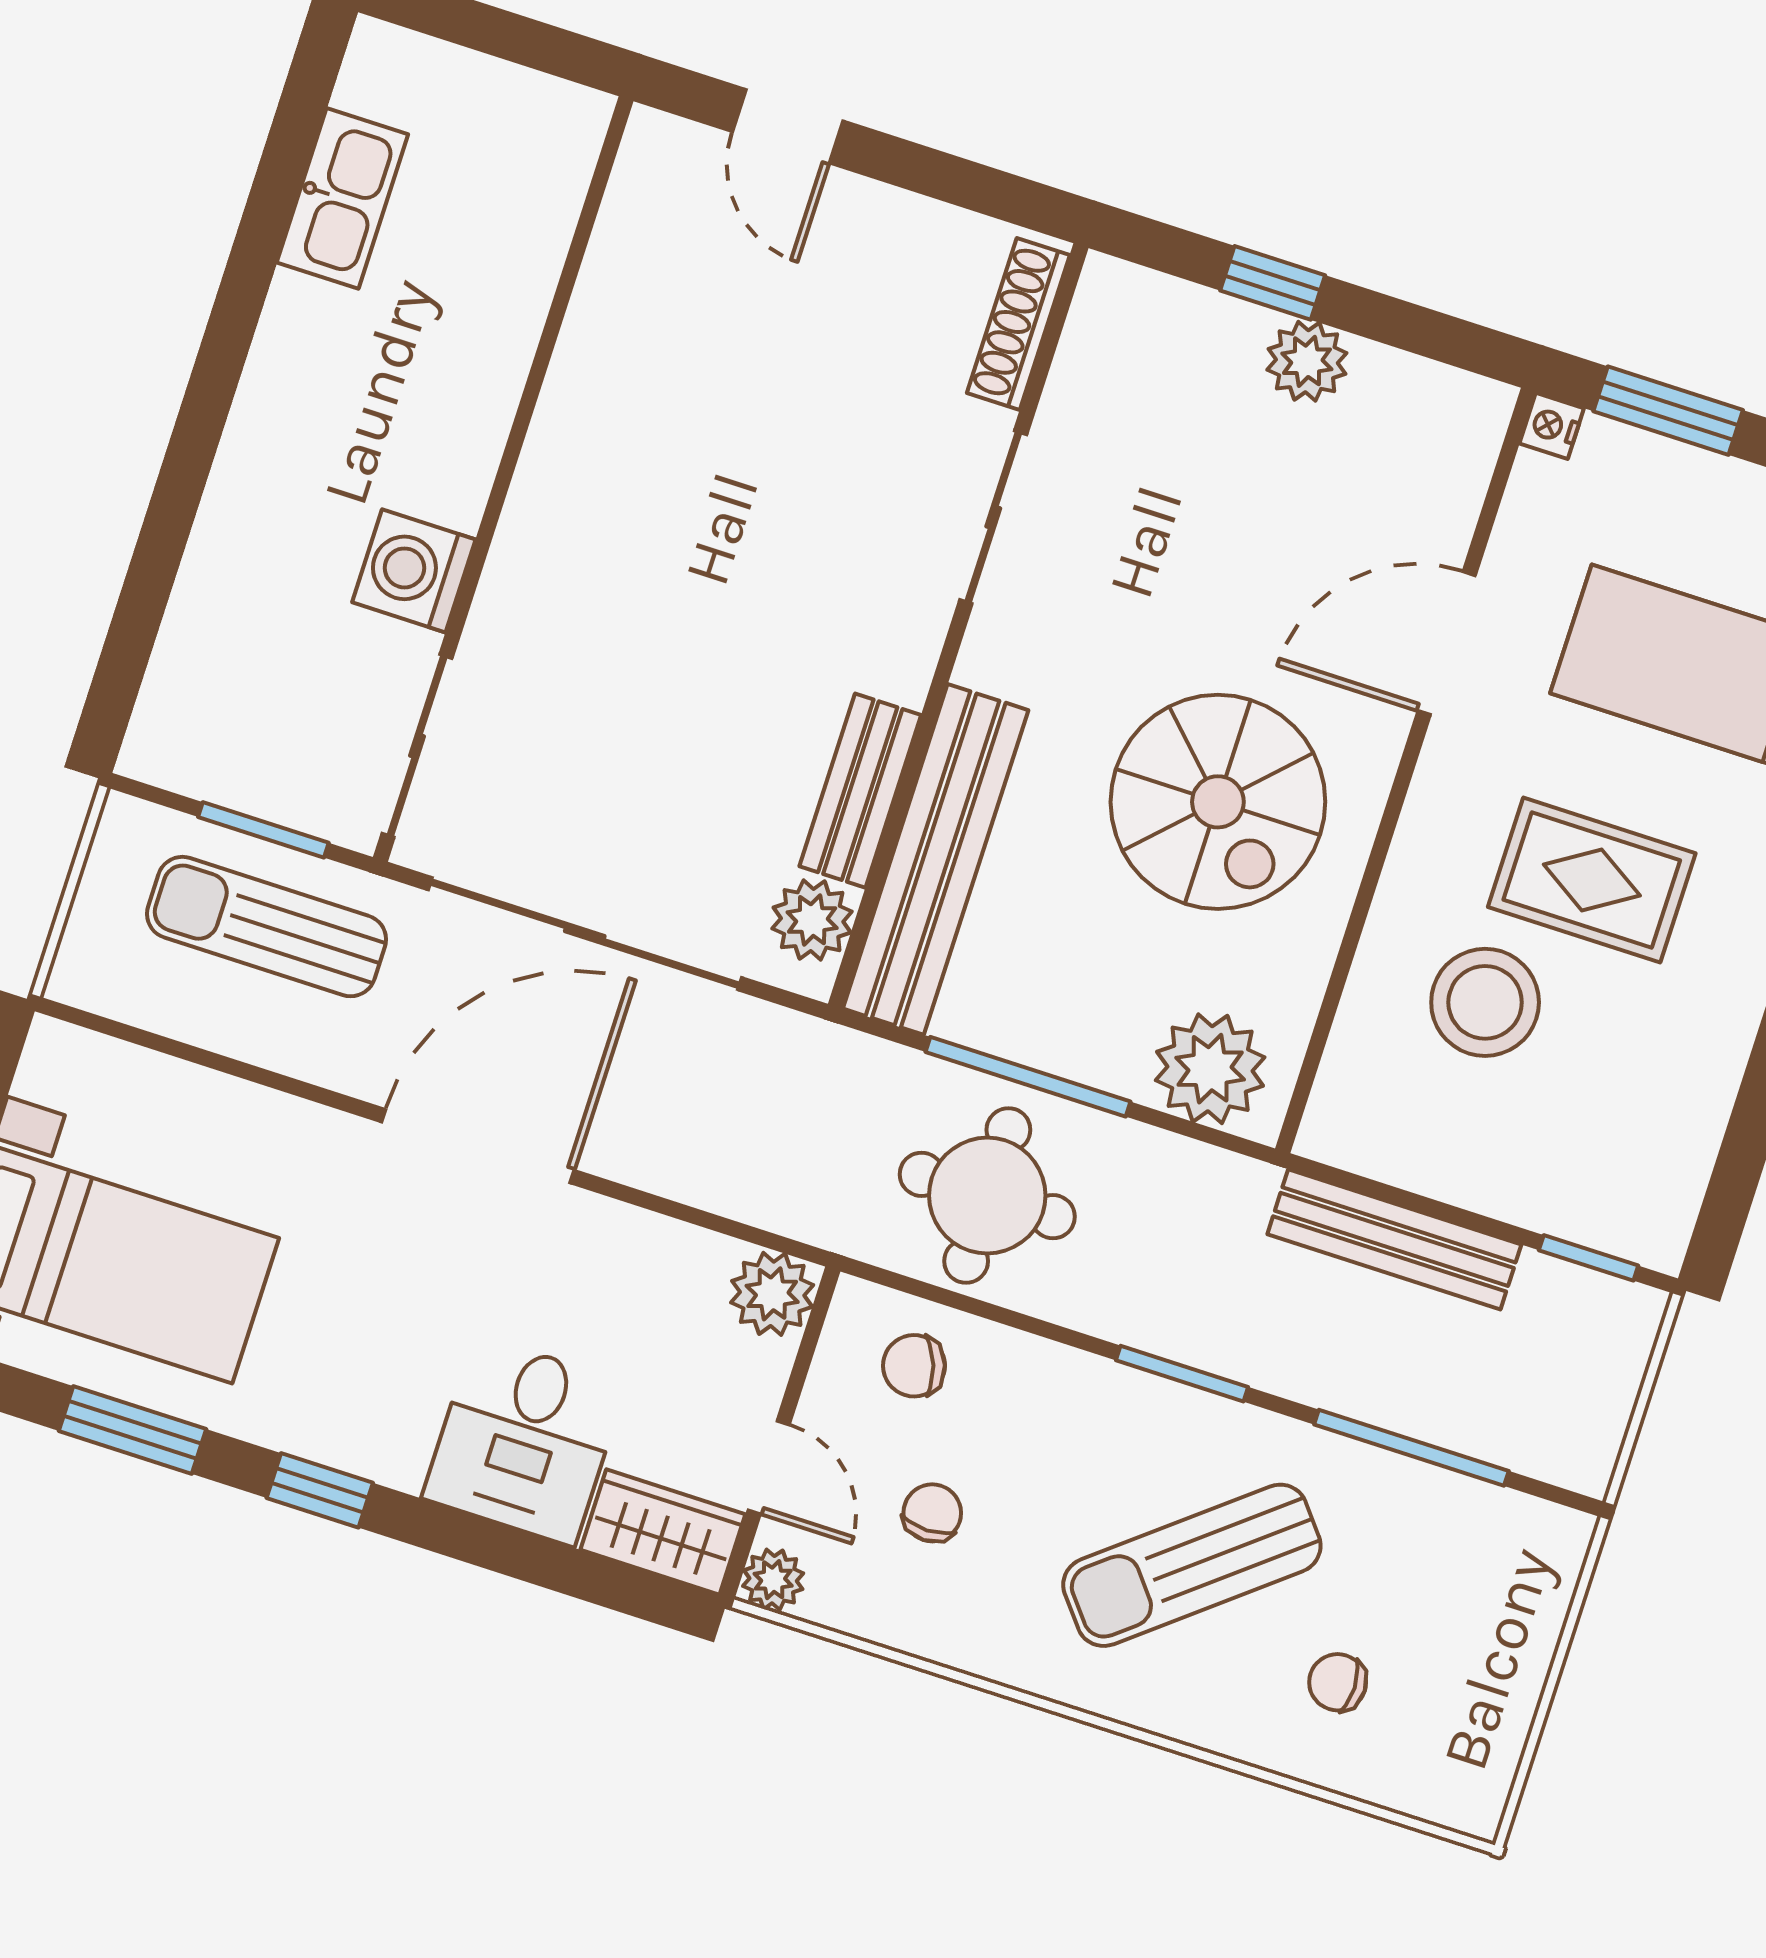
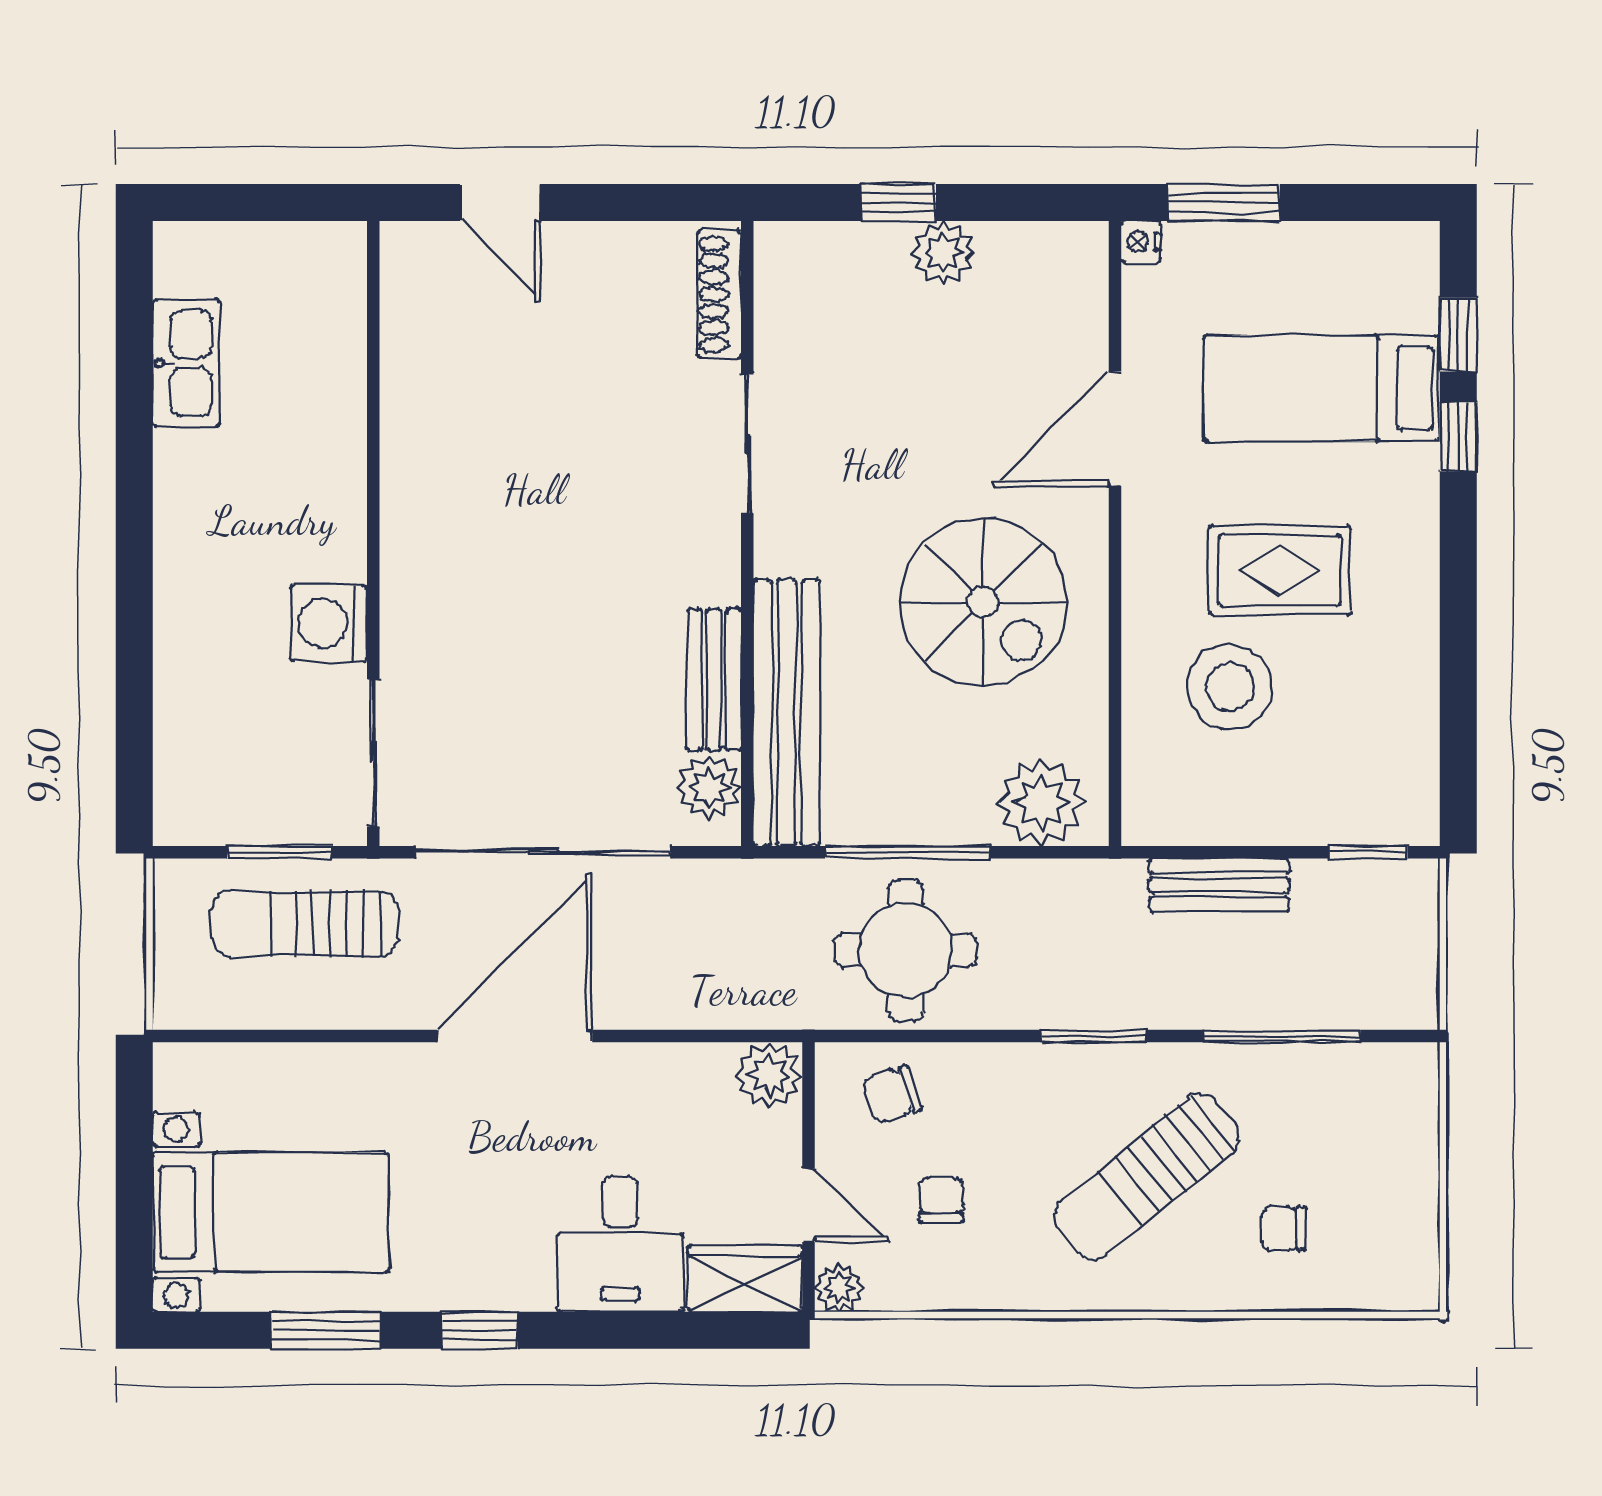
bench: (1394, 1239) -> (1219, 885), width x0.73

